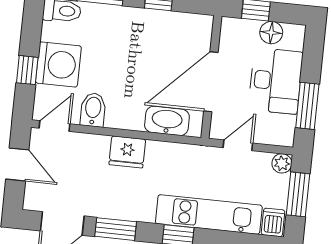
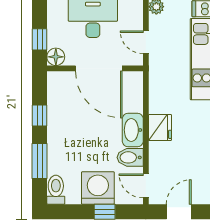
floor lamp: (271, 33) -> (56, 57), moved
washbasin: (167, 121) -> (133, 130), moved

